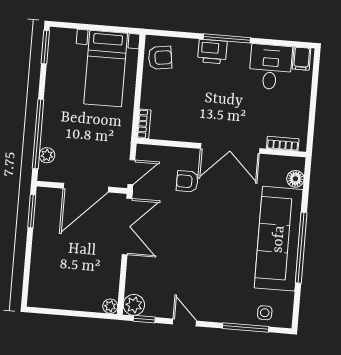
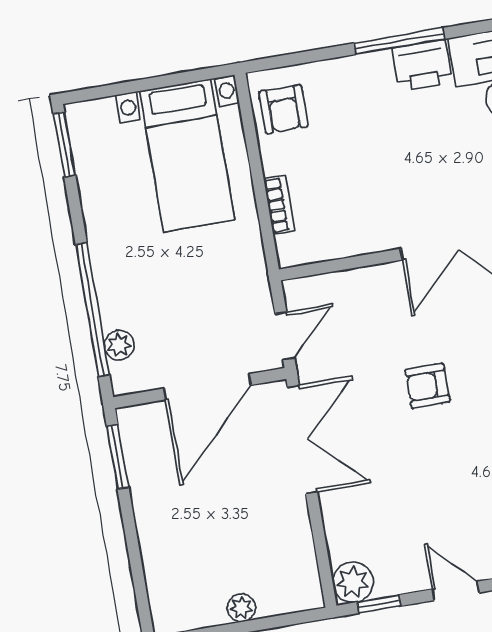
printer: (212, 52) -> (422, 65), moved
armchair: (160, 58) -> (283, 109), turned 98
bookcase: (144, 124) -> (279, 205), moved
armchair: (187, 181) -> (427, 386), moved
plant: (110, 306) -> (241, 608), moved

